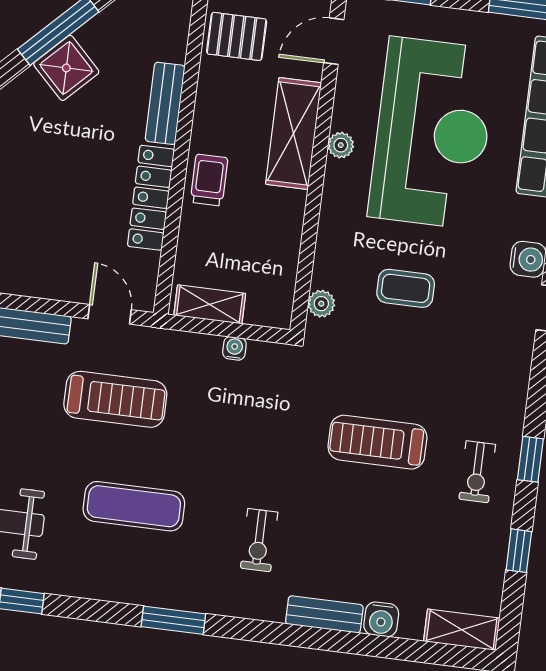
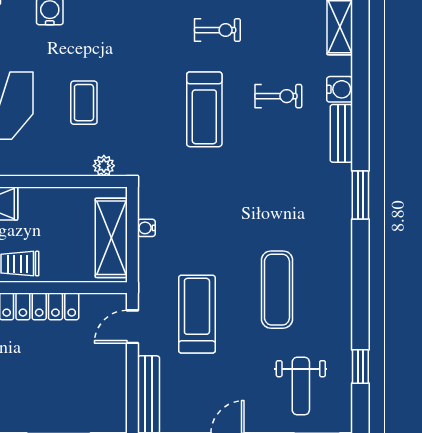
shelving: (210, 304) -> (111, 238), width x1.50, depth x1.33
exercise bike: (259, 540) -> (278, 96), moved
window: (173, 620) -> (360, 195), moved

